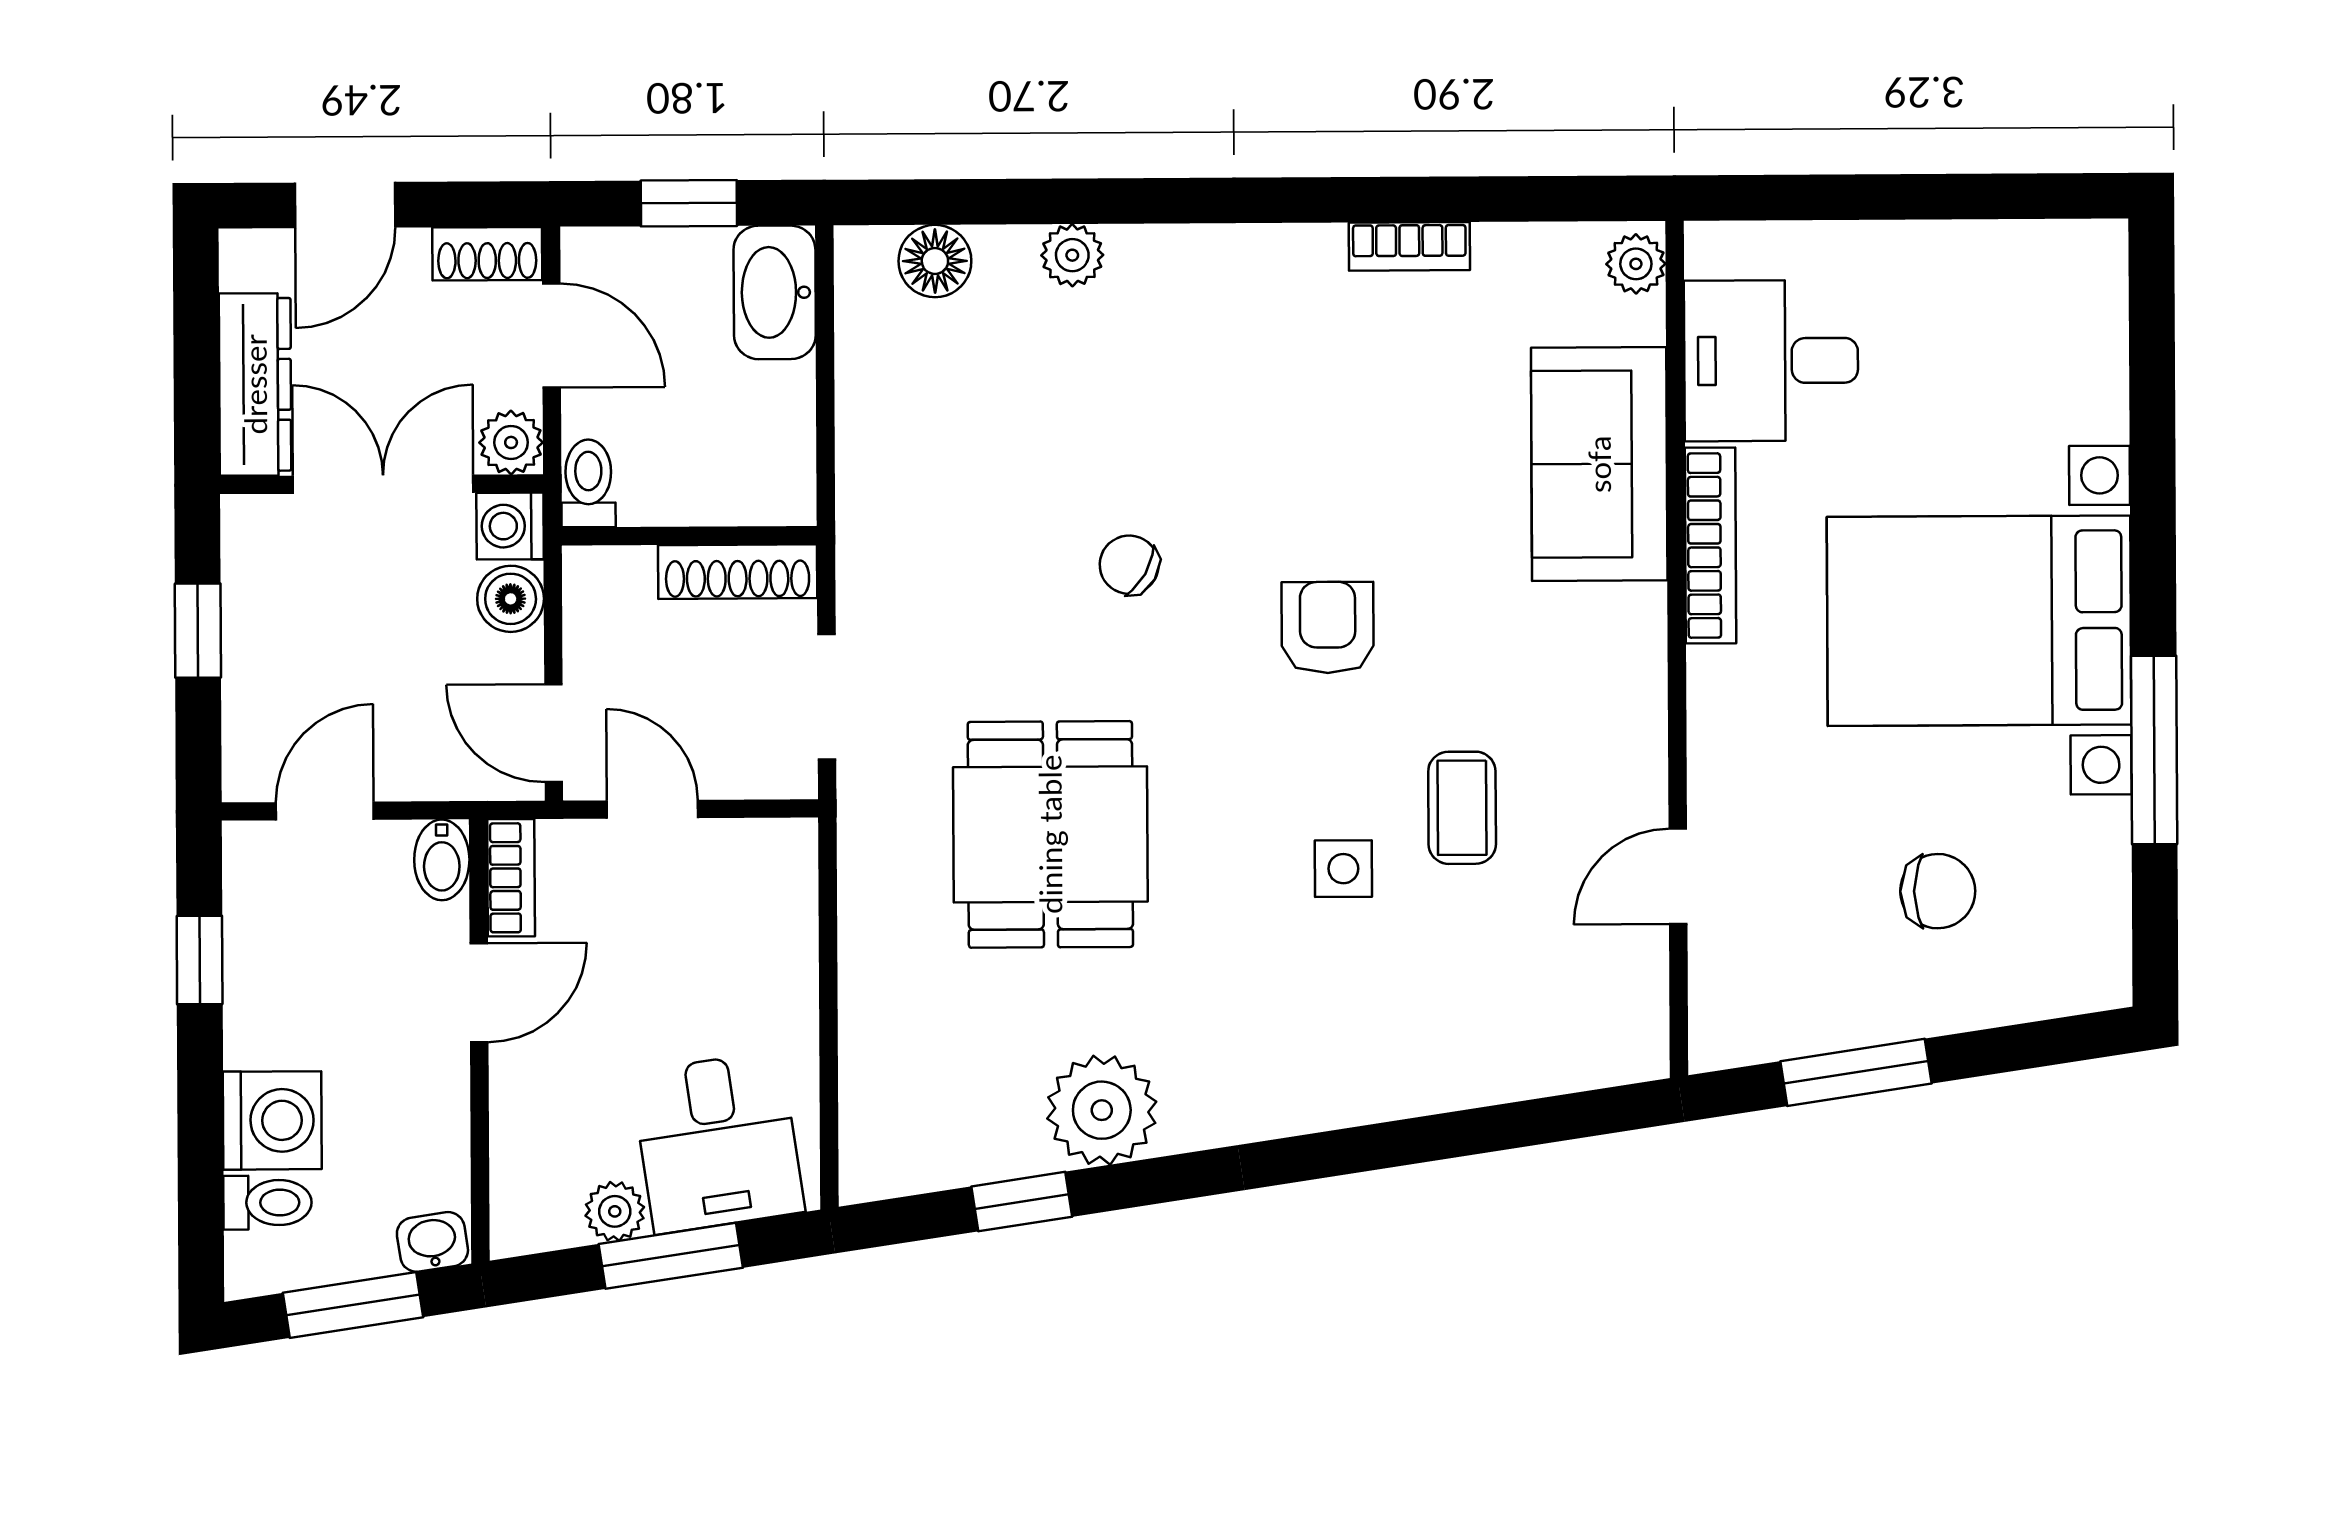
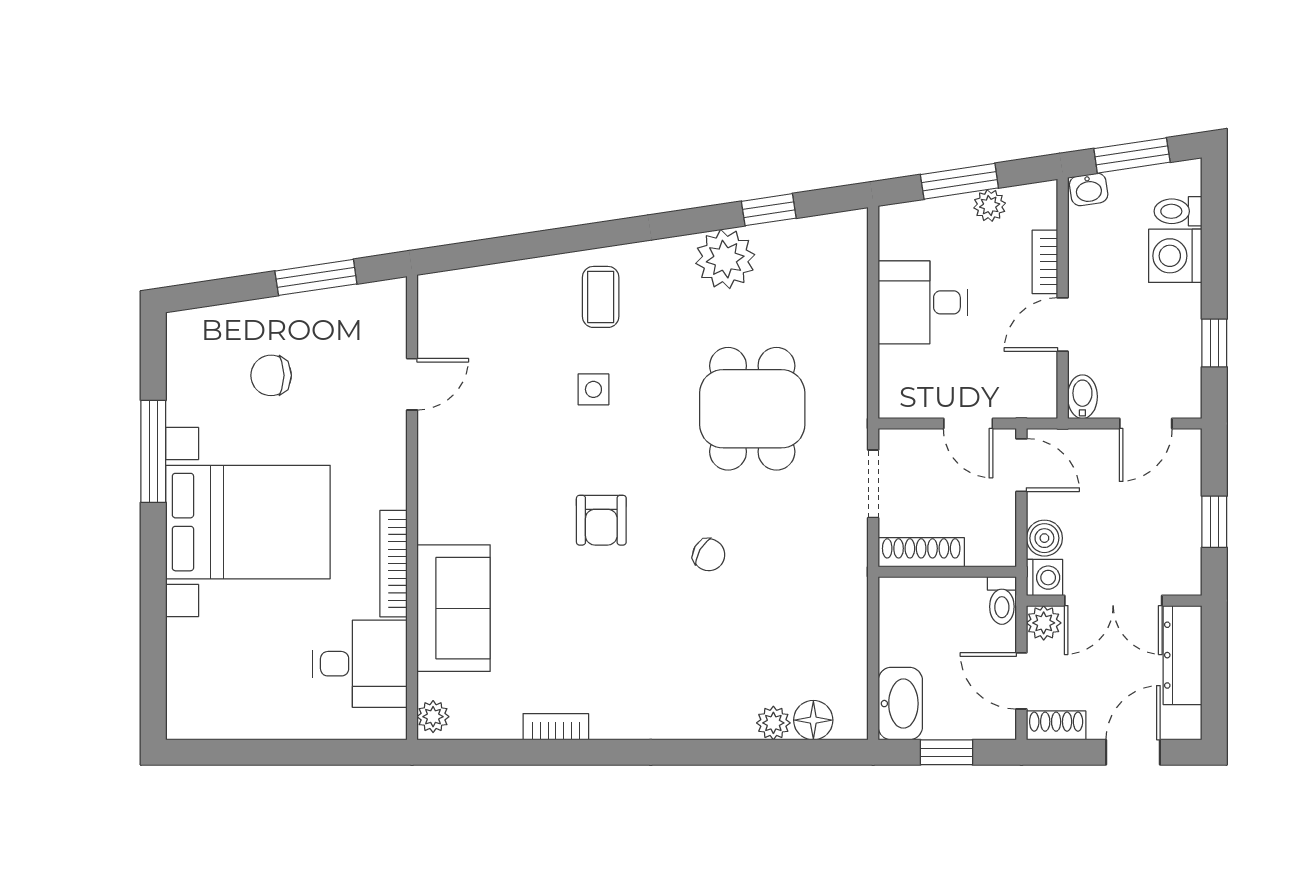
plant: (1072, 255) -> (773, 723), moved
coffee table: (1462, 808) -> (601, 297), moved
bookcase: (511, 878) -> (1045, 262), moved
desk: (718, 1142) -> (923, 302), moved, turned -81

